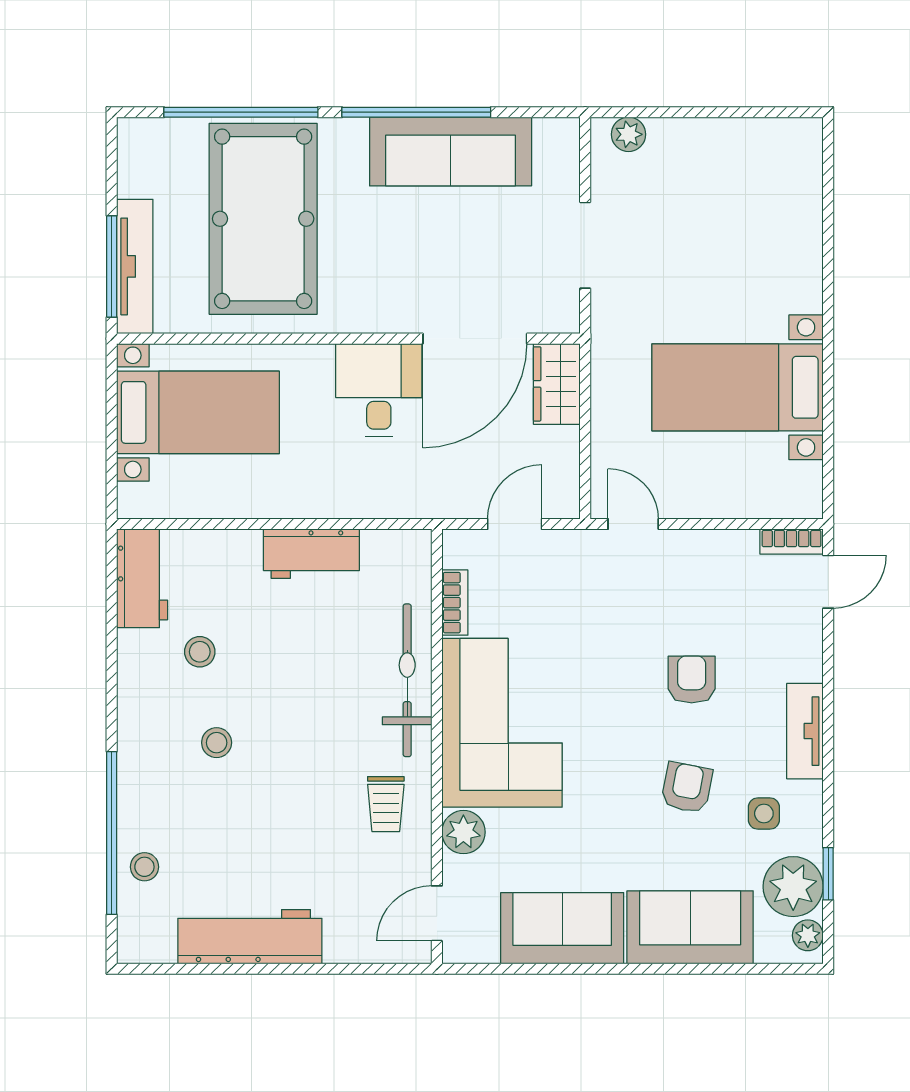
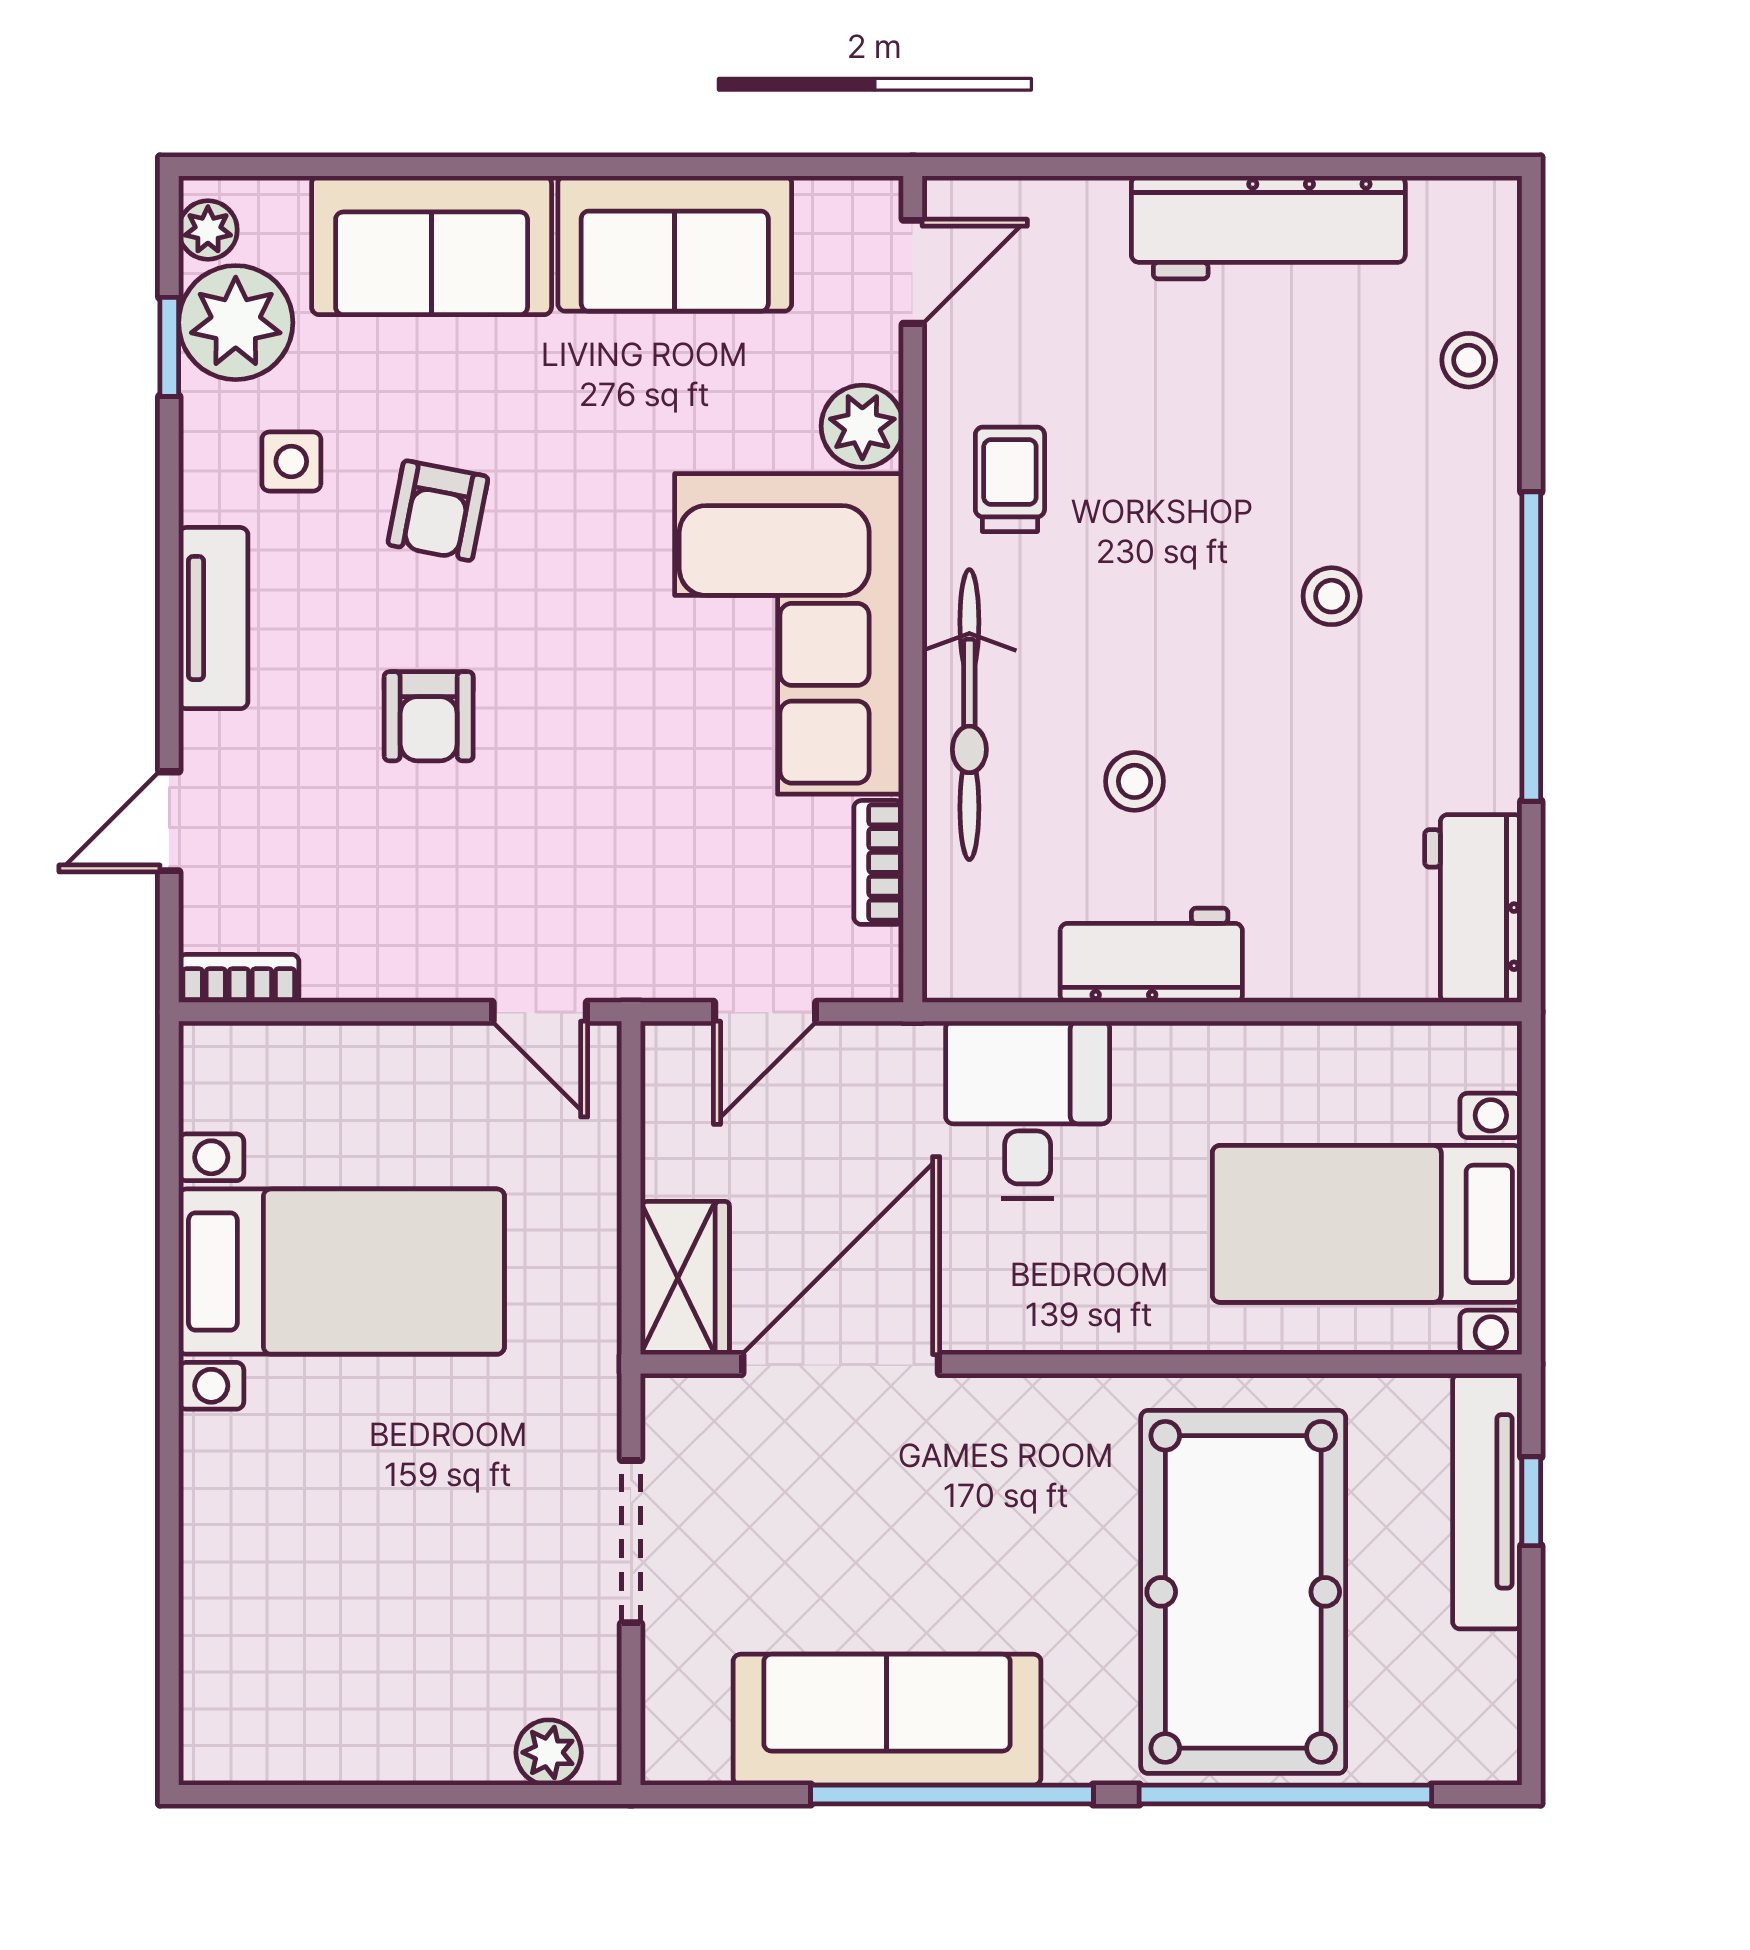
window: (112, 266) -> (1531, 1501), width x0.46
desk: (379, 390) -> (1028, 1110), moved, turned 180
door: (828, 582) -> (169, 821), moved
stool: (200, 652) -> (1135, 781), moved
window: (112, 833) -> (1531, 647), moved

